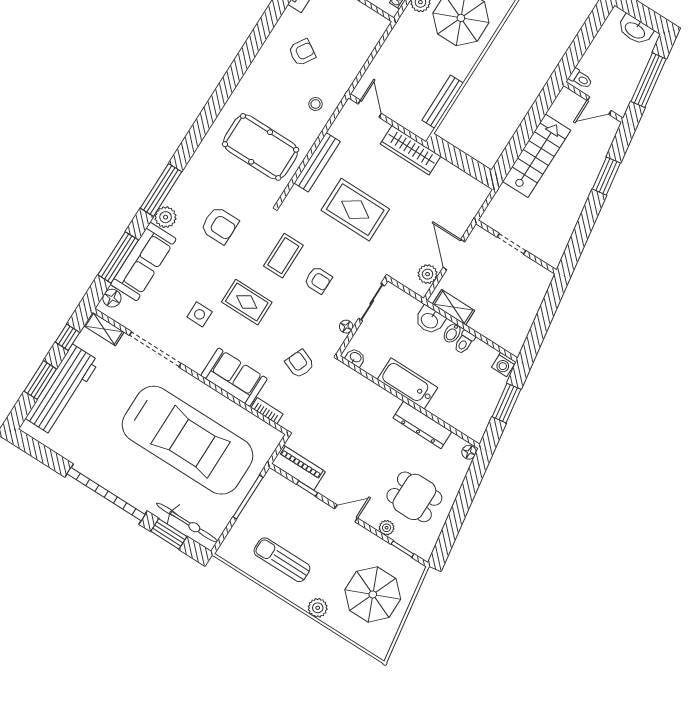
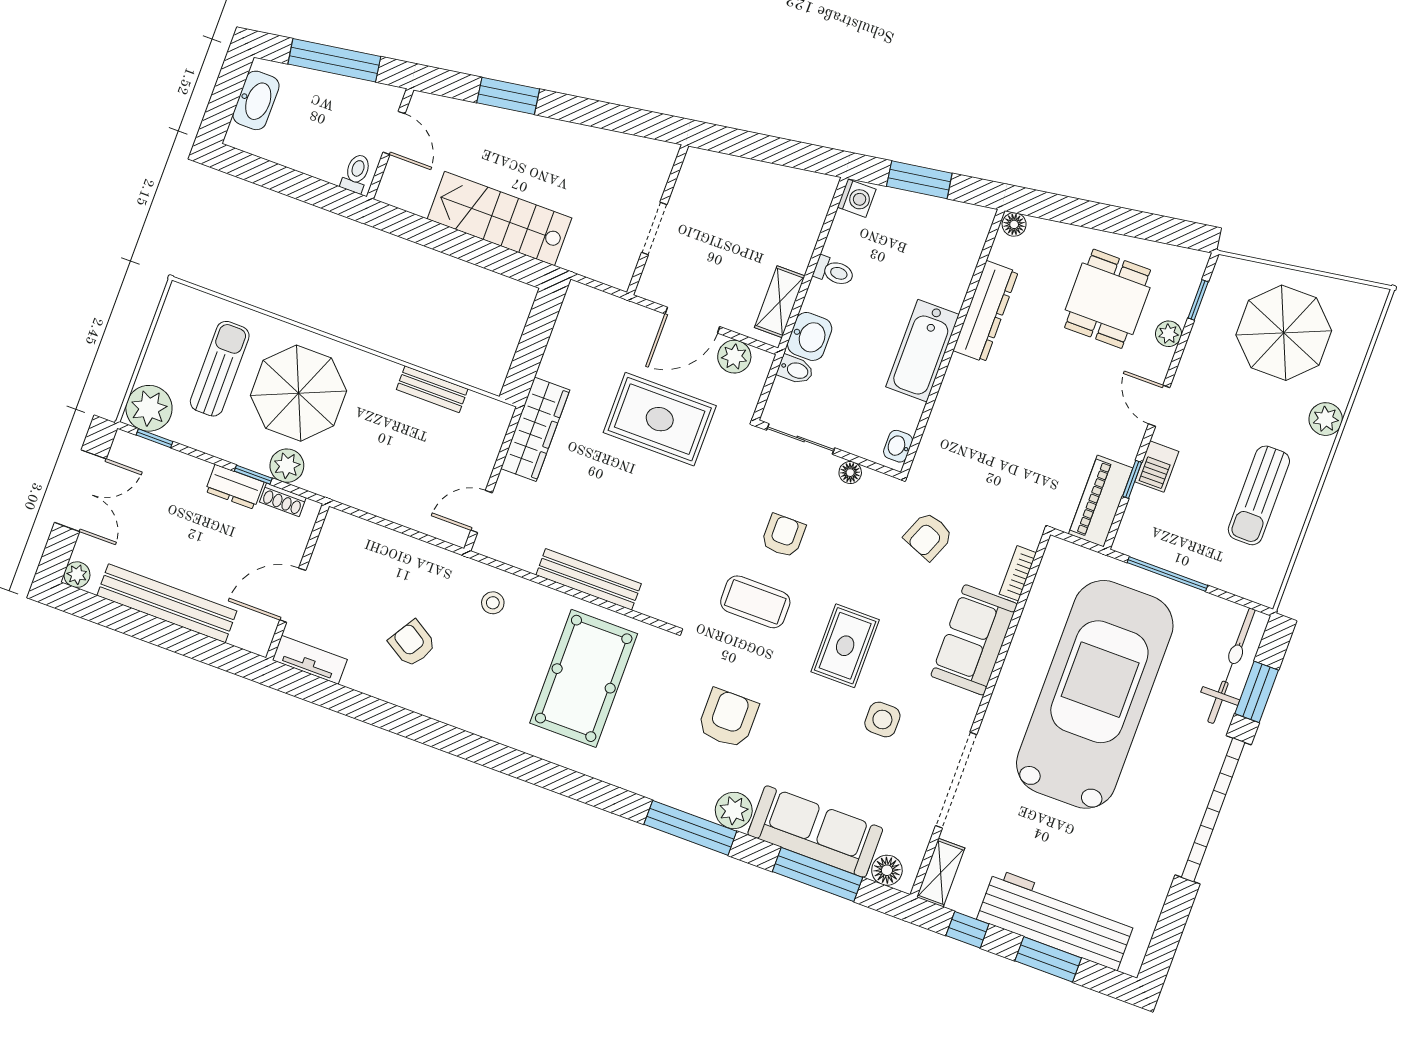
bench: (443, 102) -> (432, 389), width x0.73
rug: (355, 210) -> (660, 419), moved, turned 90
bidet: (452, 333) -> (795, 370), moved
barbecue: (311, 504) -> (1157, 467), added

